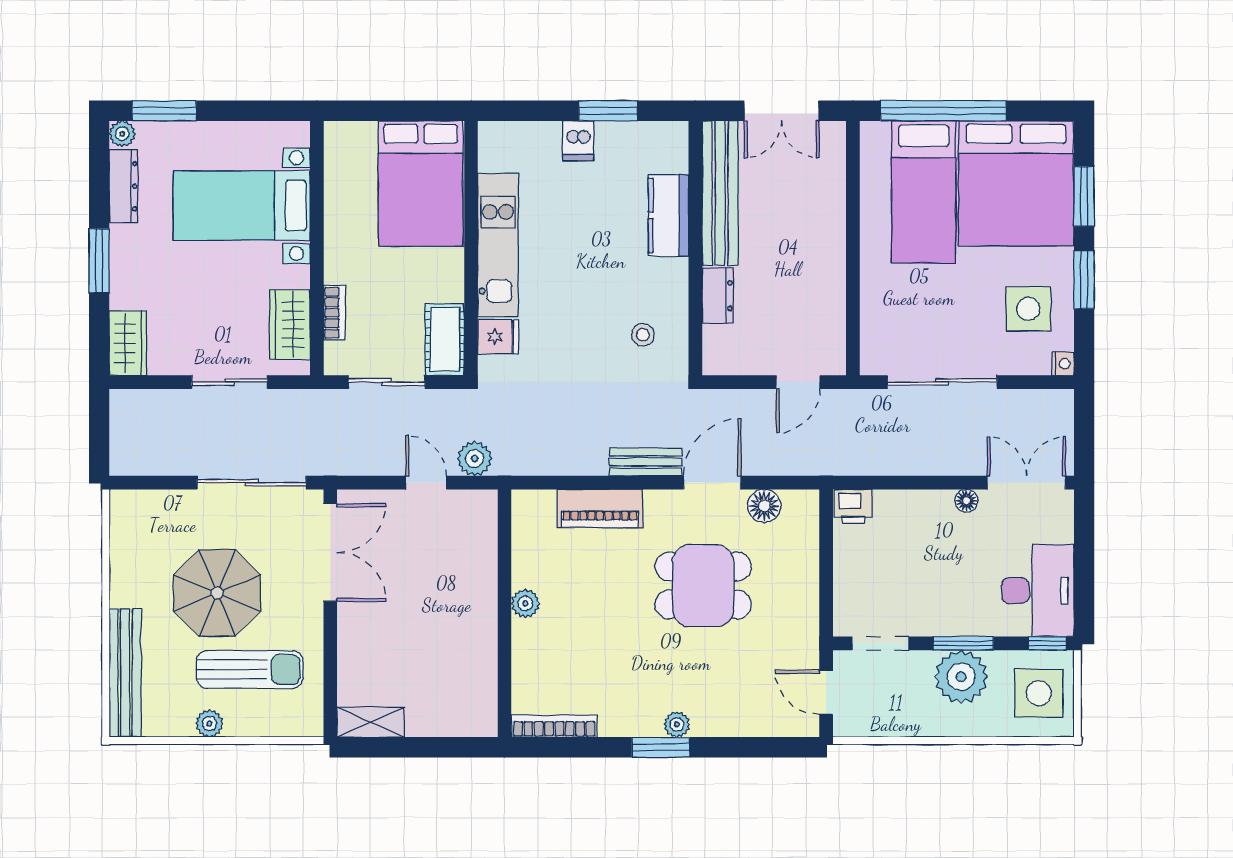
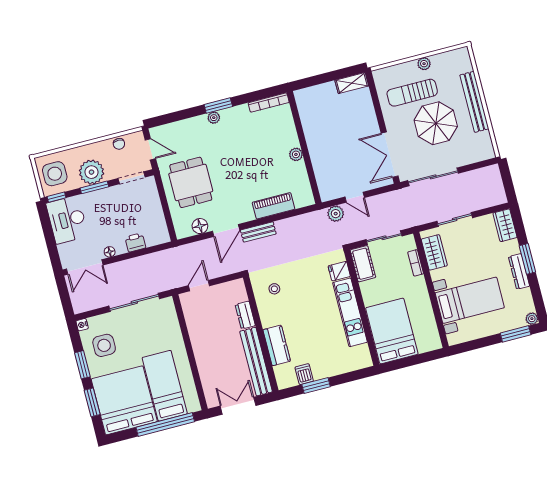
dishwasher: (578, 141) -> (304, 374), moved
dresser: (123, 186) -> (519, 271), moved
printer: (853, 507) -> (135, 242), moved
dining table: (703, 586) -> (191, 182), moved, turned 90
bench: (125, 673) -> (474, 102), moved
chair: (889, 721) -> (119, 144), added

